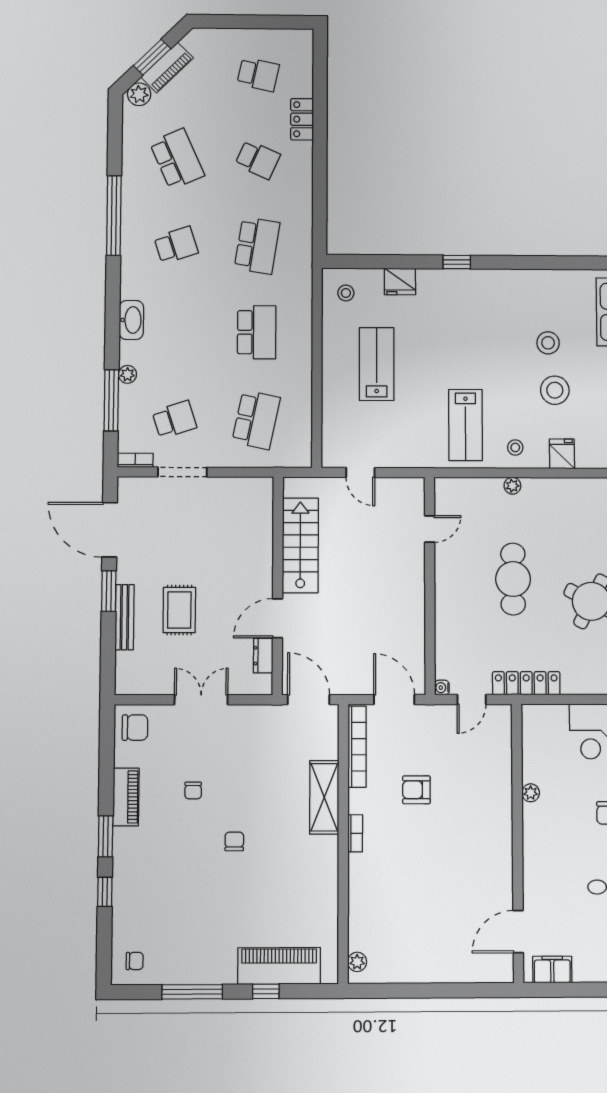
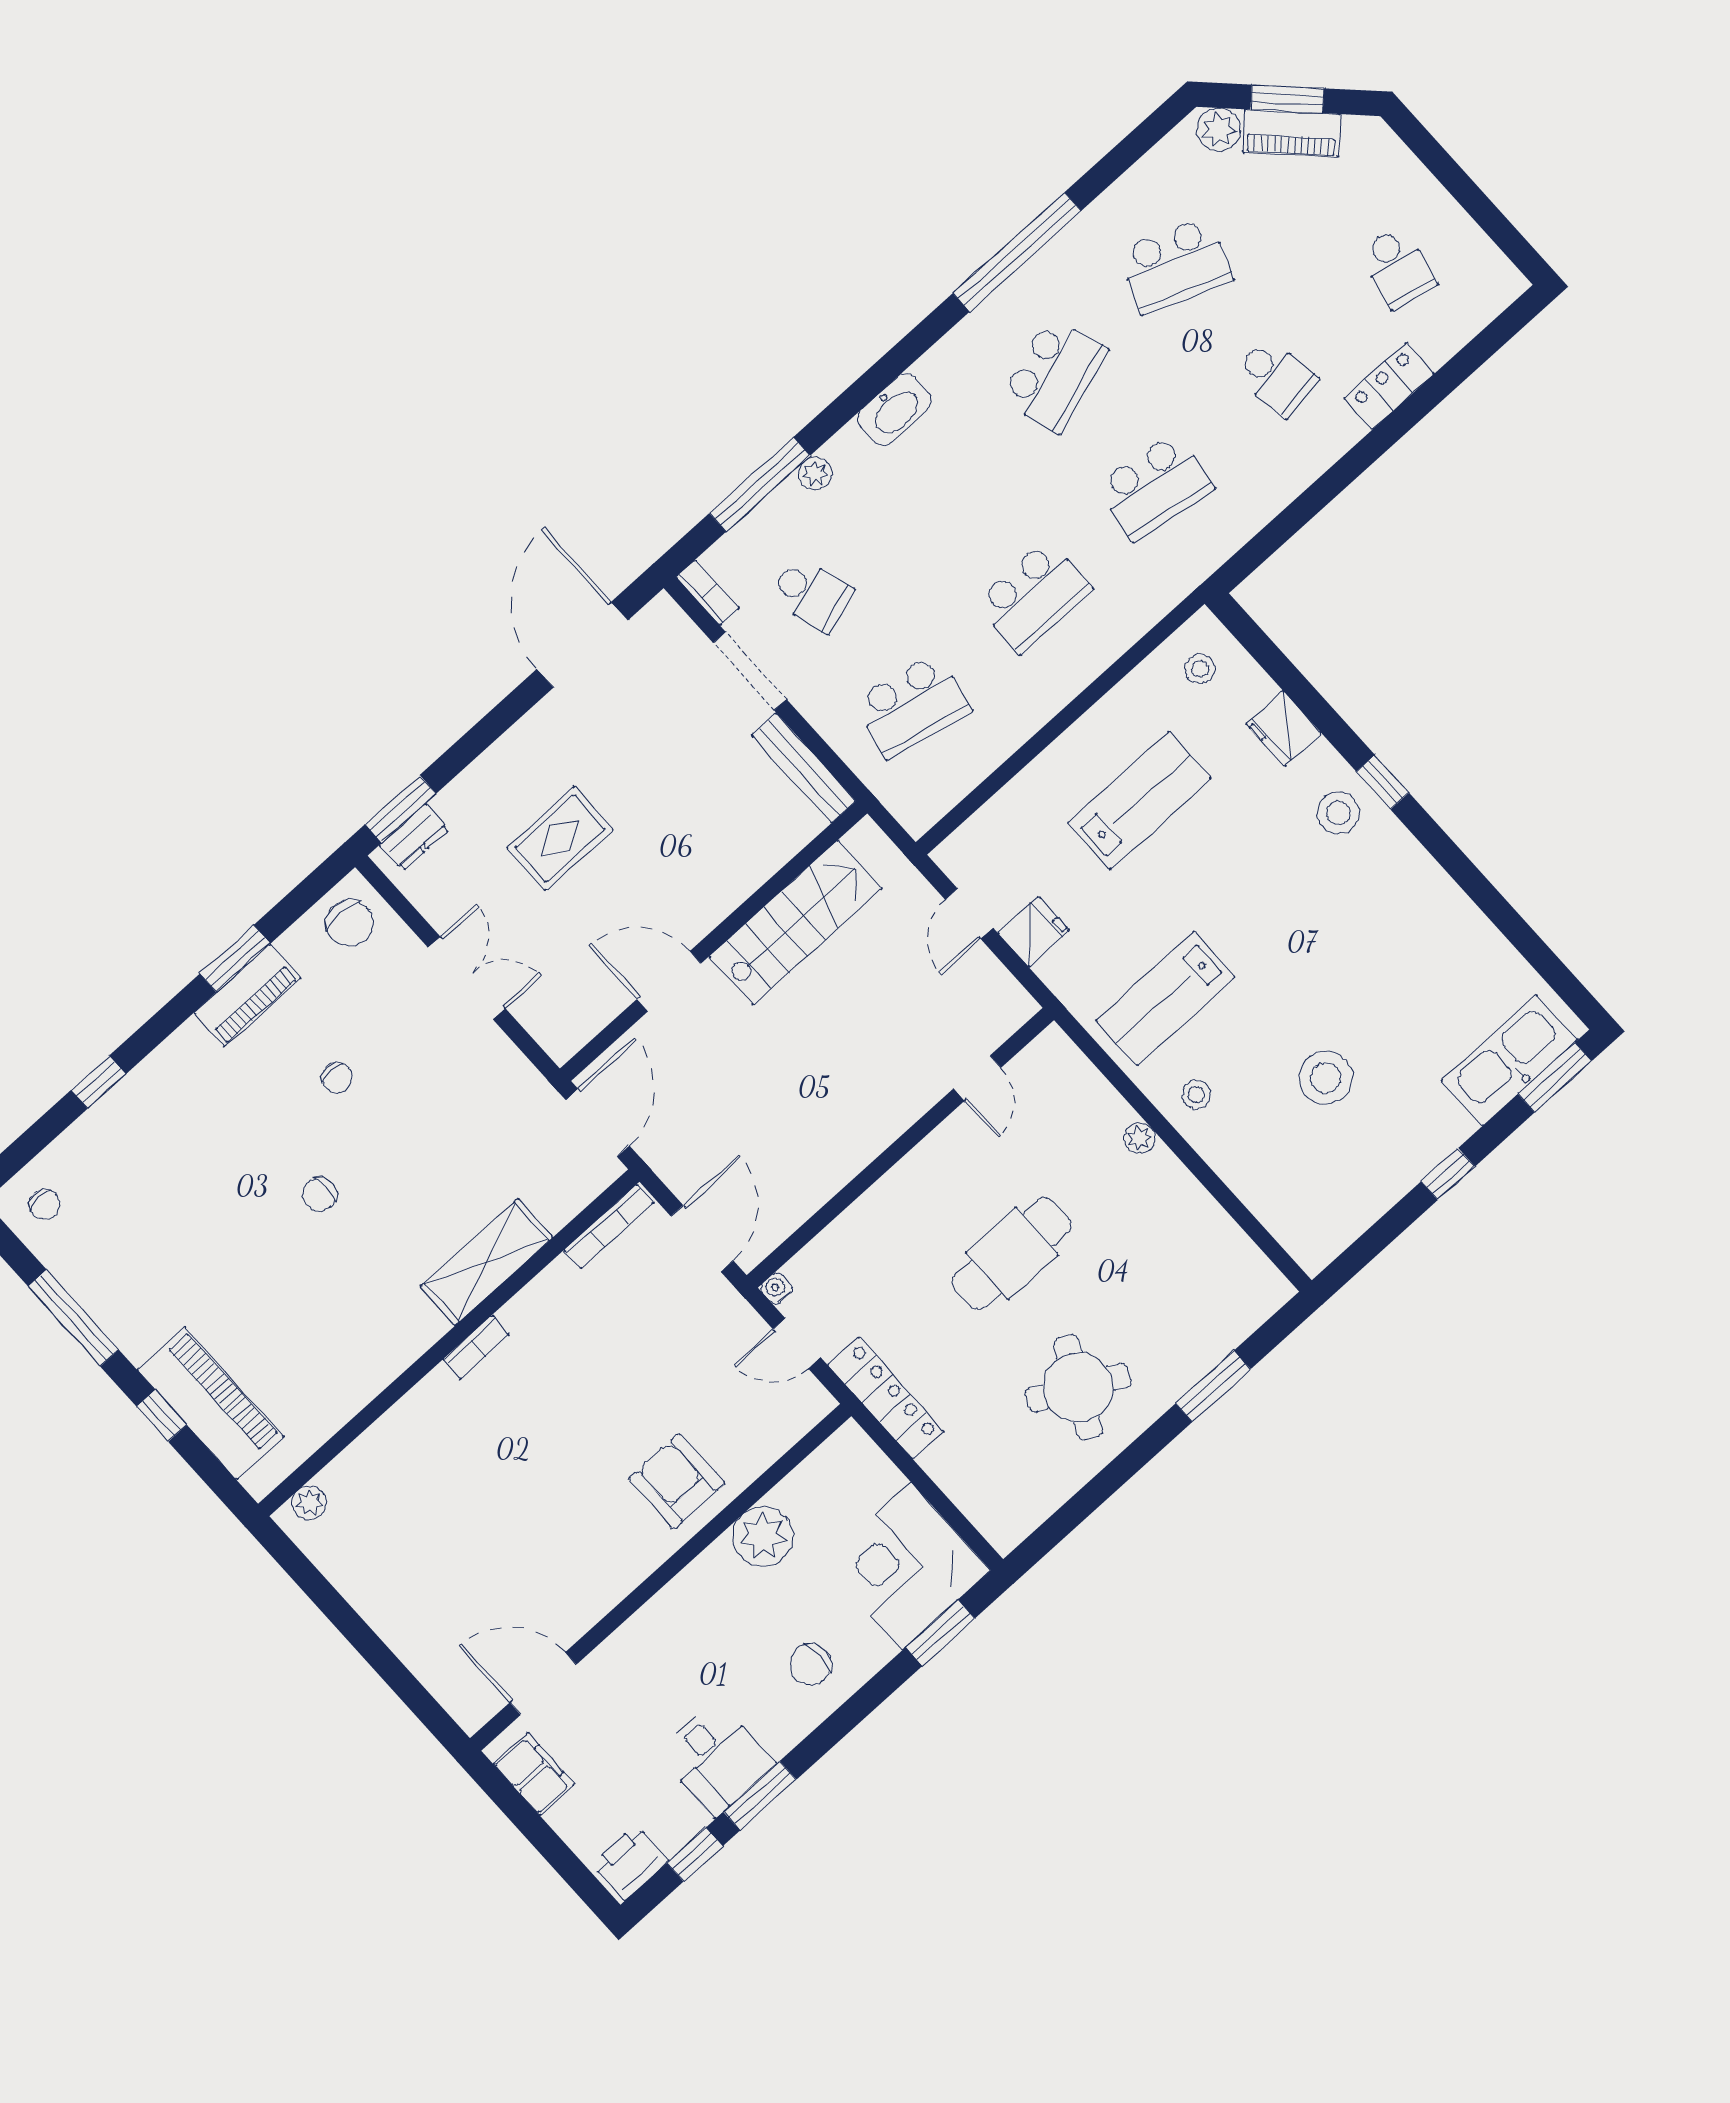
school desk: (177, 159) -> (1175, 265), turned 45
school desk: (258, 160) -> (1276, 377), turned -33
school desk: (176, 245) -> (1054, 375), width x1.85
stool: (548, 343) -> (1338, 813), moved
fridge: (562, 454) -> (1034, 932), moved
door: (430, 529) -> (977, 1078), hinge flipped
window: (109, 591) -> (401, 809), moved
bench: (125, 617) -> (804, 768), moved, turned 90
dresser: (263, 656) -> (414, 837), moved, turned 180
bookcase: (357, 747) -> (609, 1226), width x0.68, depth x0.76
chair: (193, 790) -> (337, 1078), turned -90
armchair: (416, 790) -> (677, 1481), moved, width x1.38, depth x1.38
plant: (531, 793) -> (763, 1537), width x1.87, depth x1.87
window: (106, 836) -> (235, 959), moved
chair: (234, 841) -> (320, 1194), turned 180

